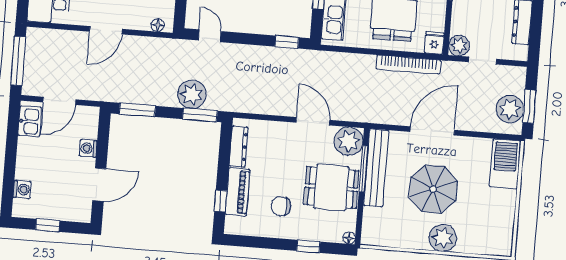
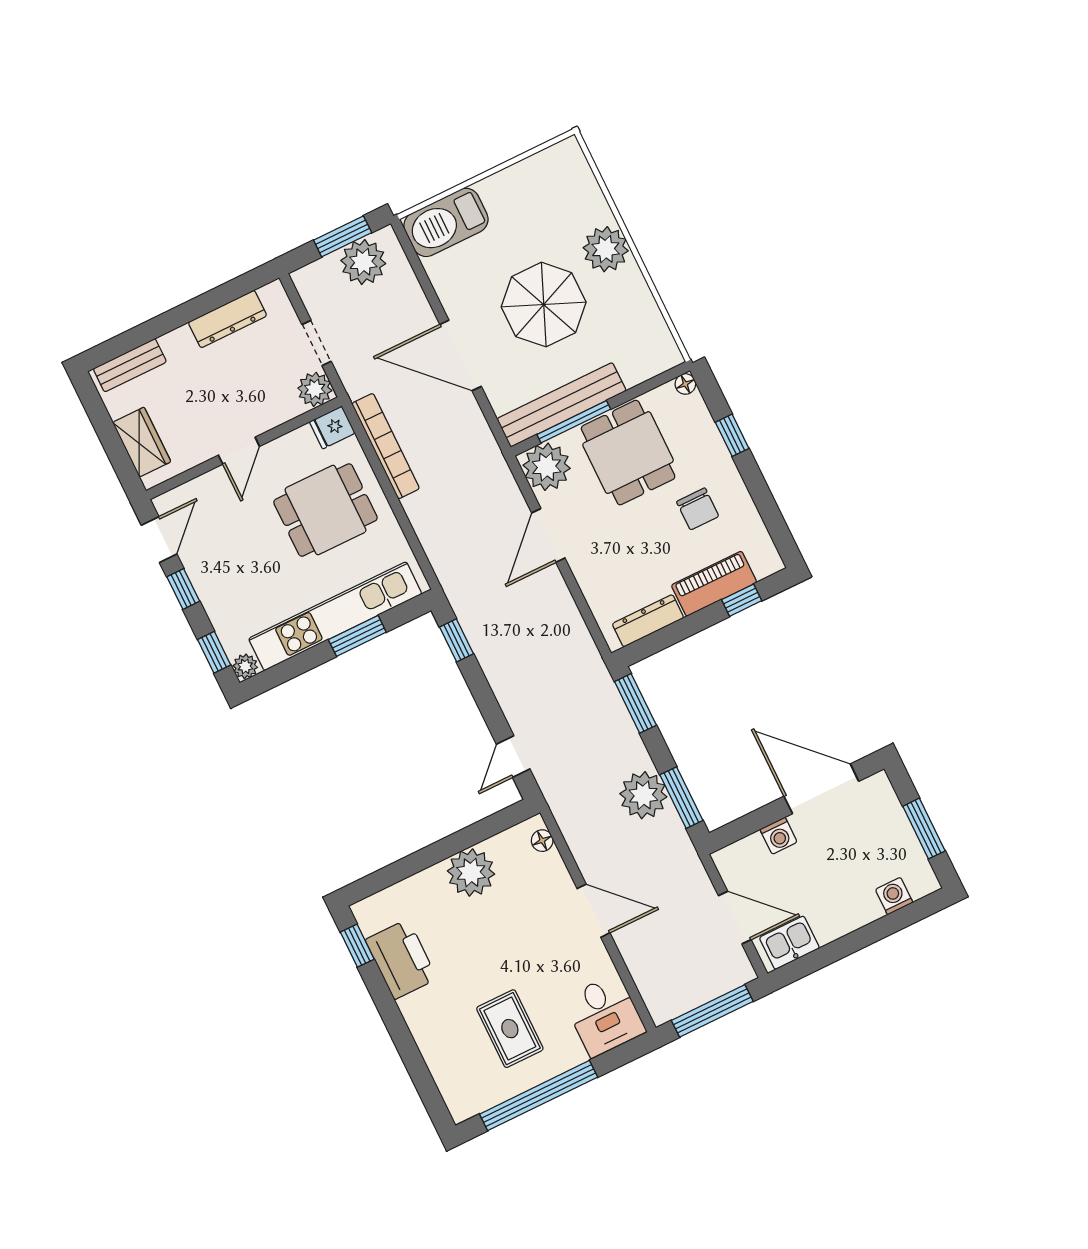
plant: (192, 94) -> (643, 795), moved
door: (99, 185) -> (821, 789), width x1.36
window: (48, 225) -> (924, 829), width x1.50

